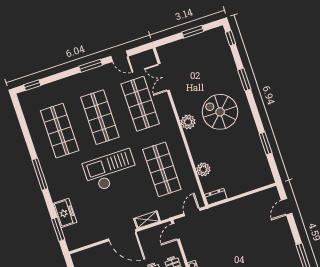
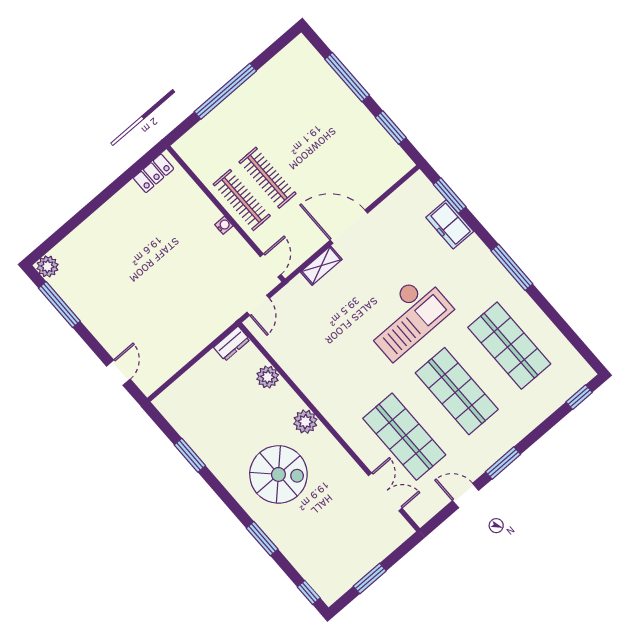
plant: (188, 122) -> (305, 422), moved
shop shelf: (162, 169) -> (330, 351), removed

